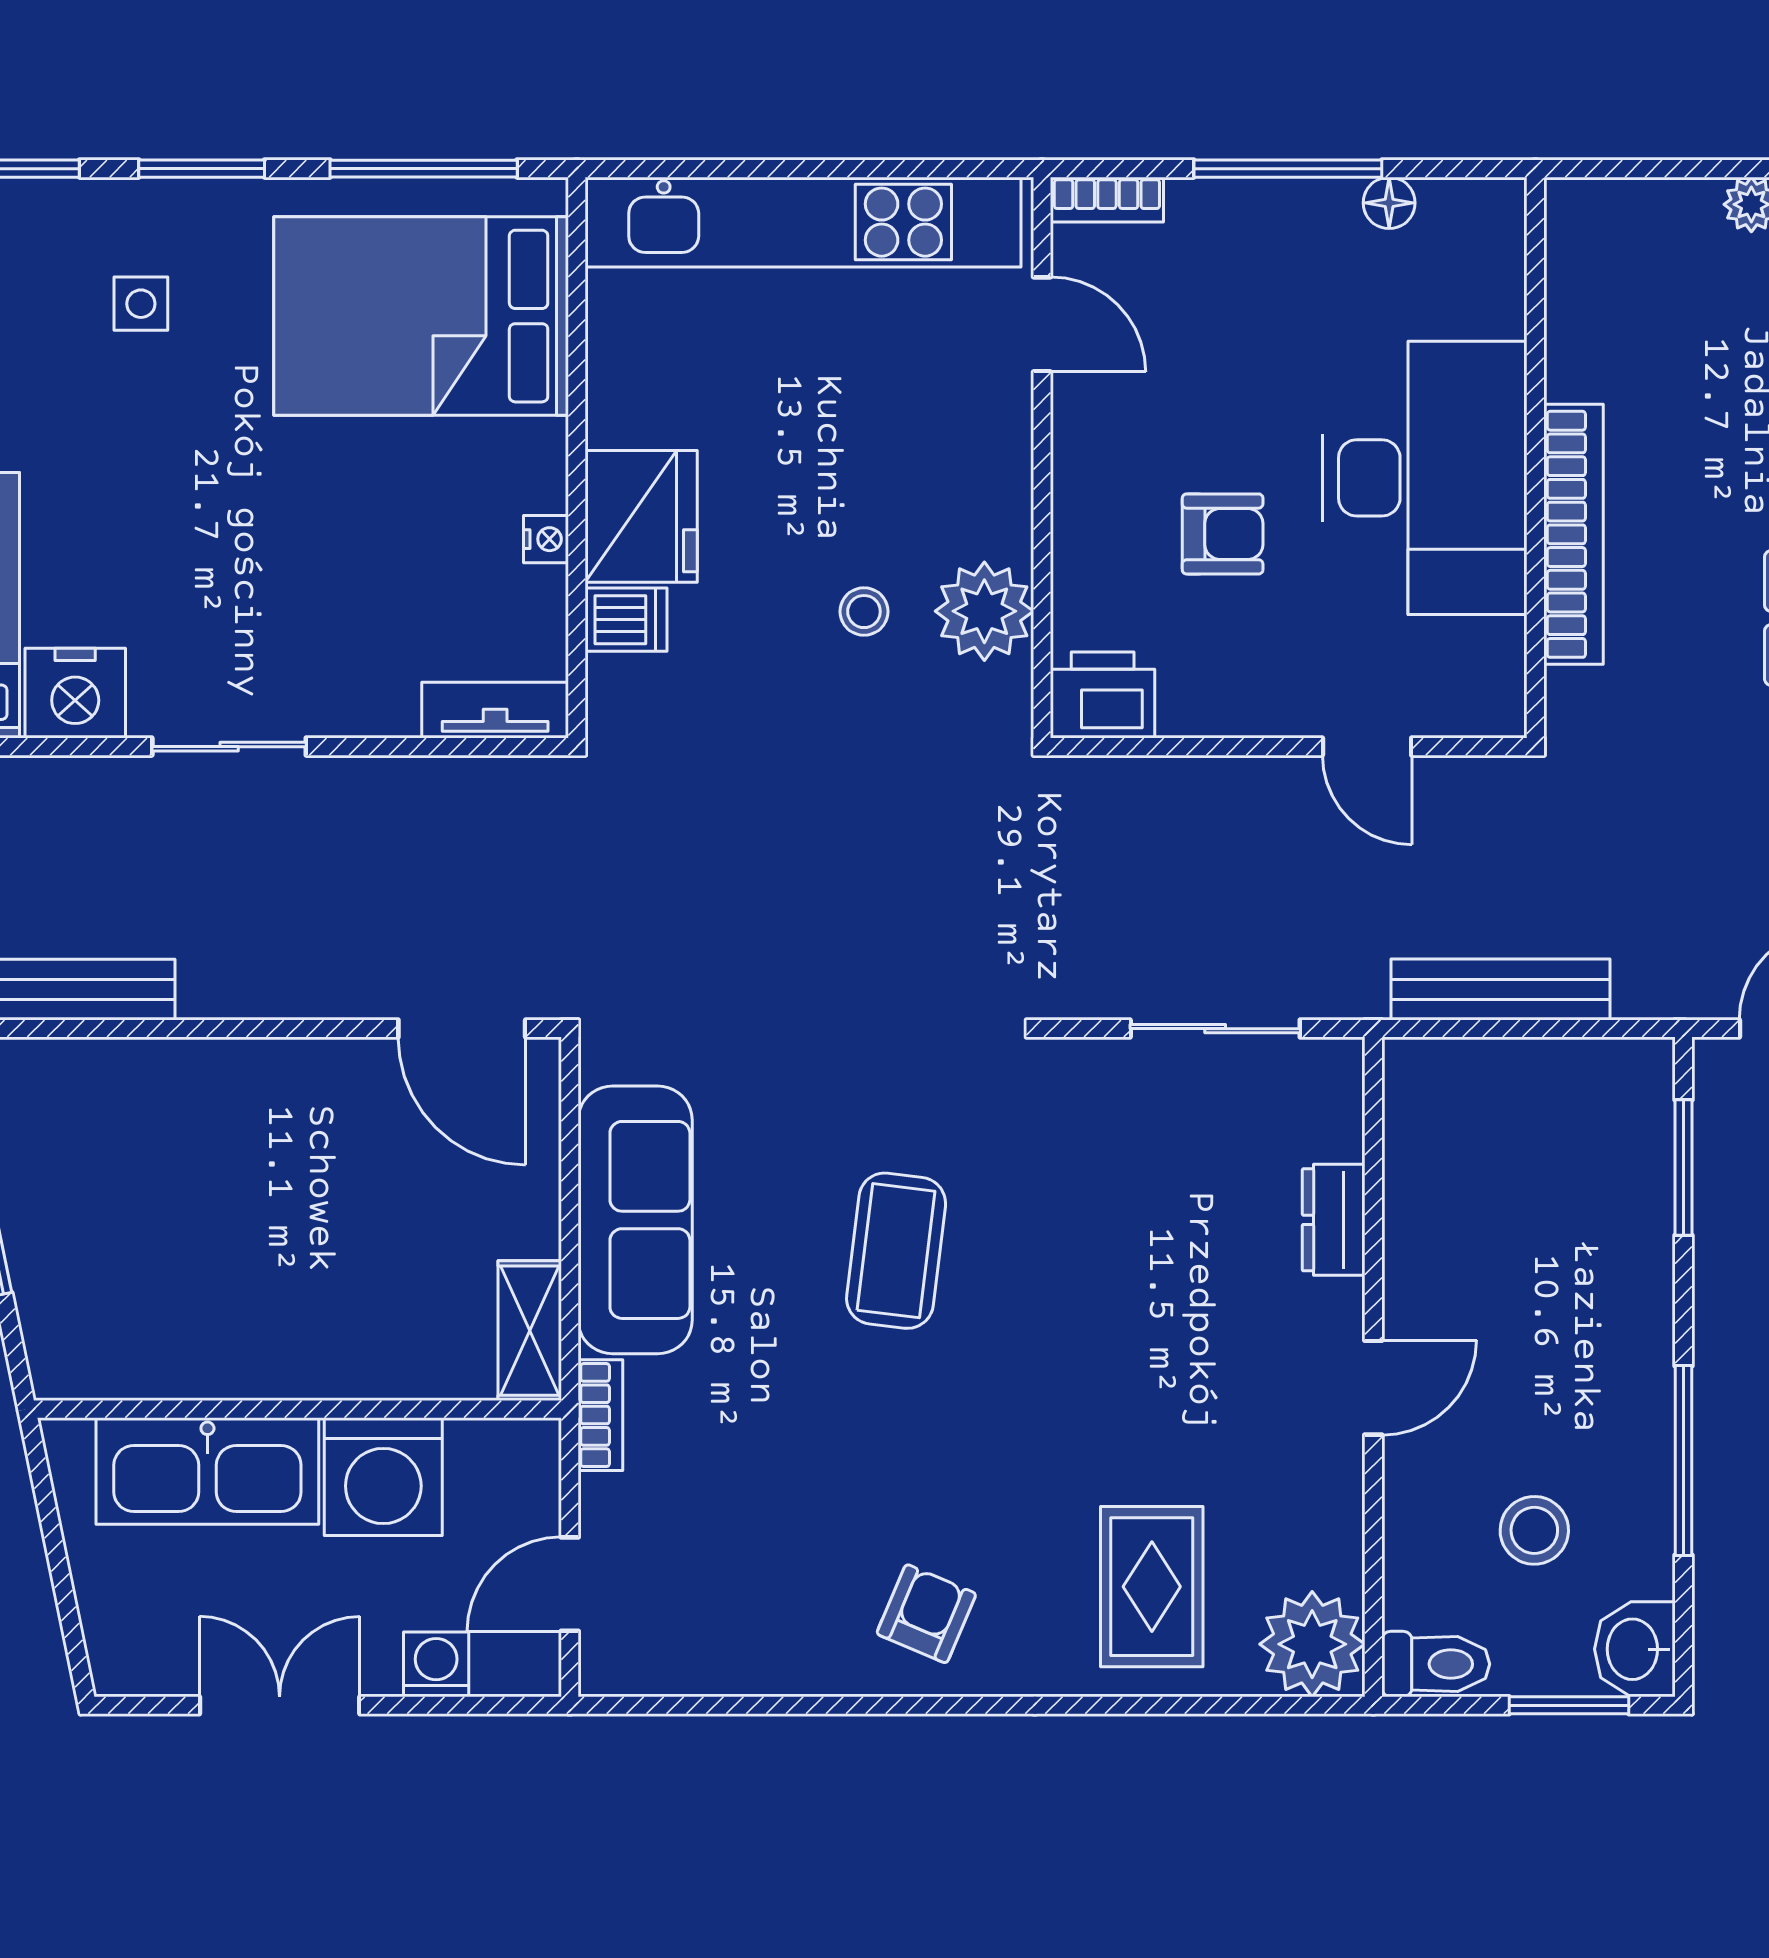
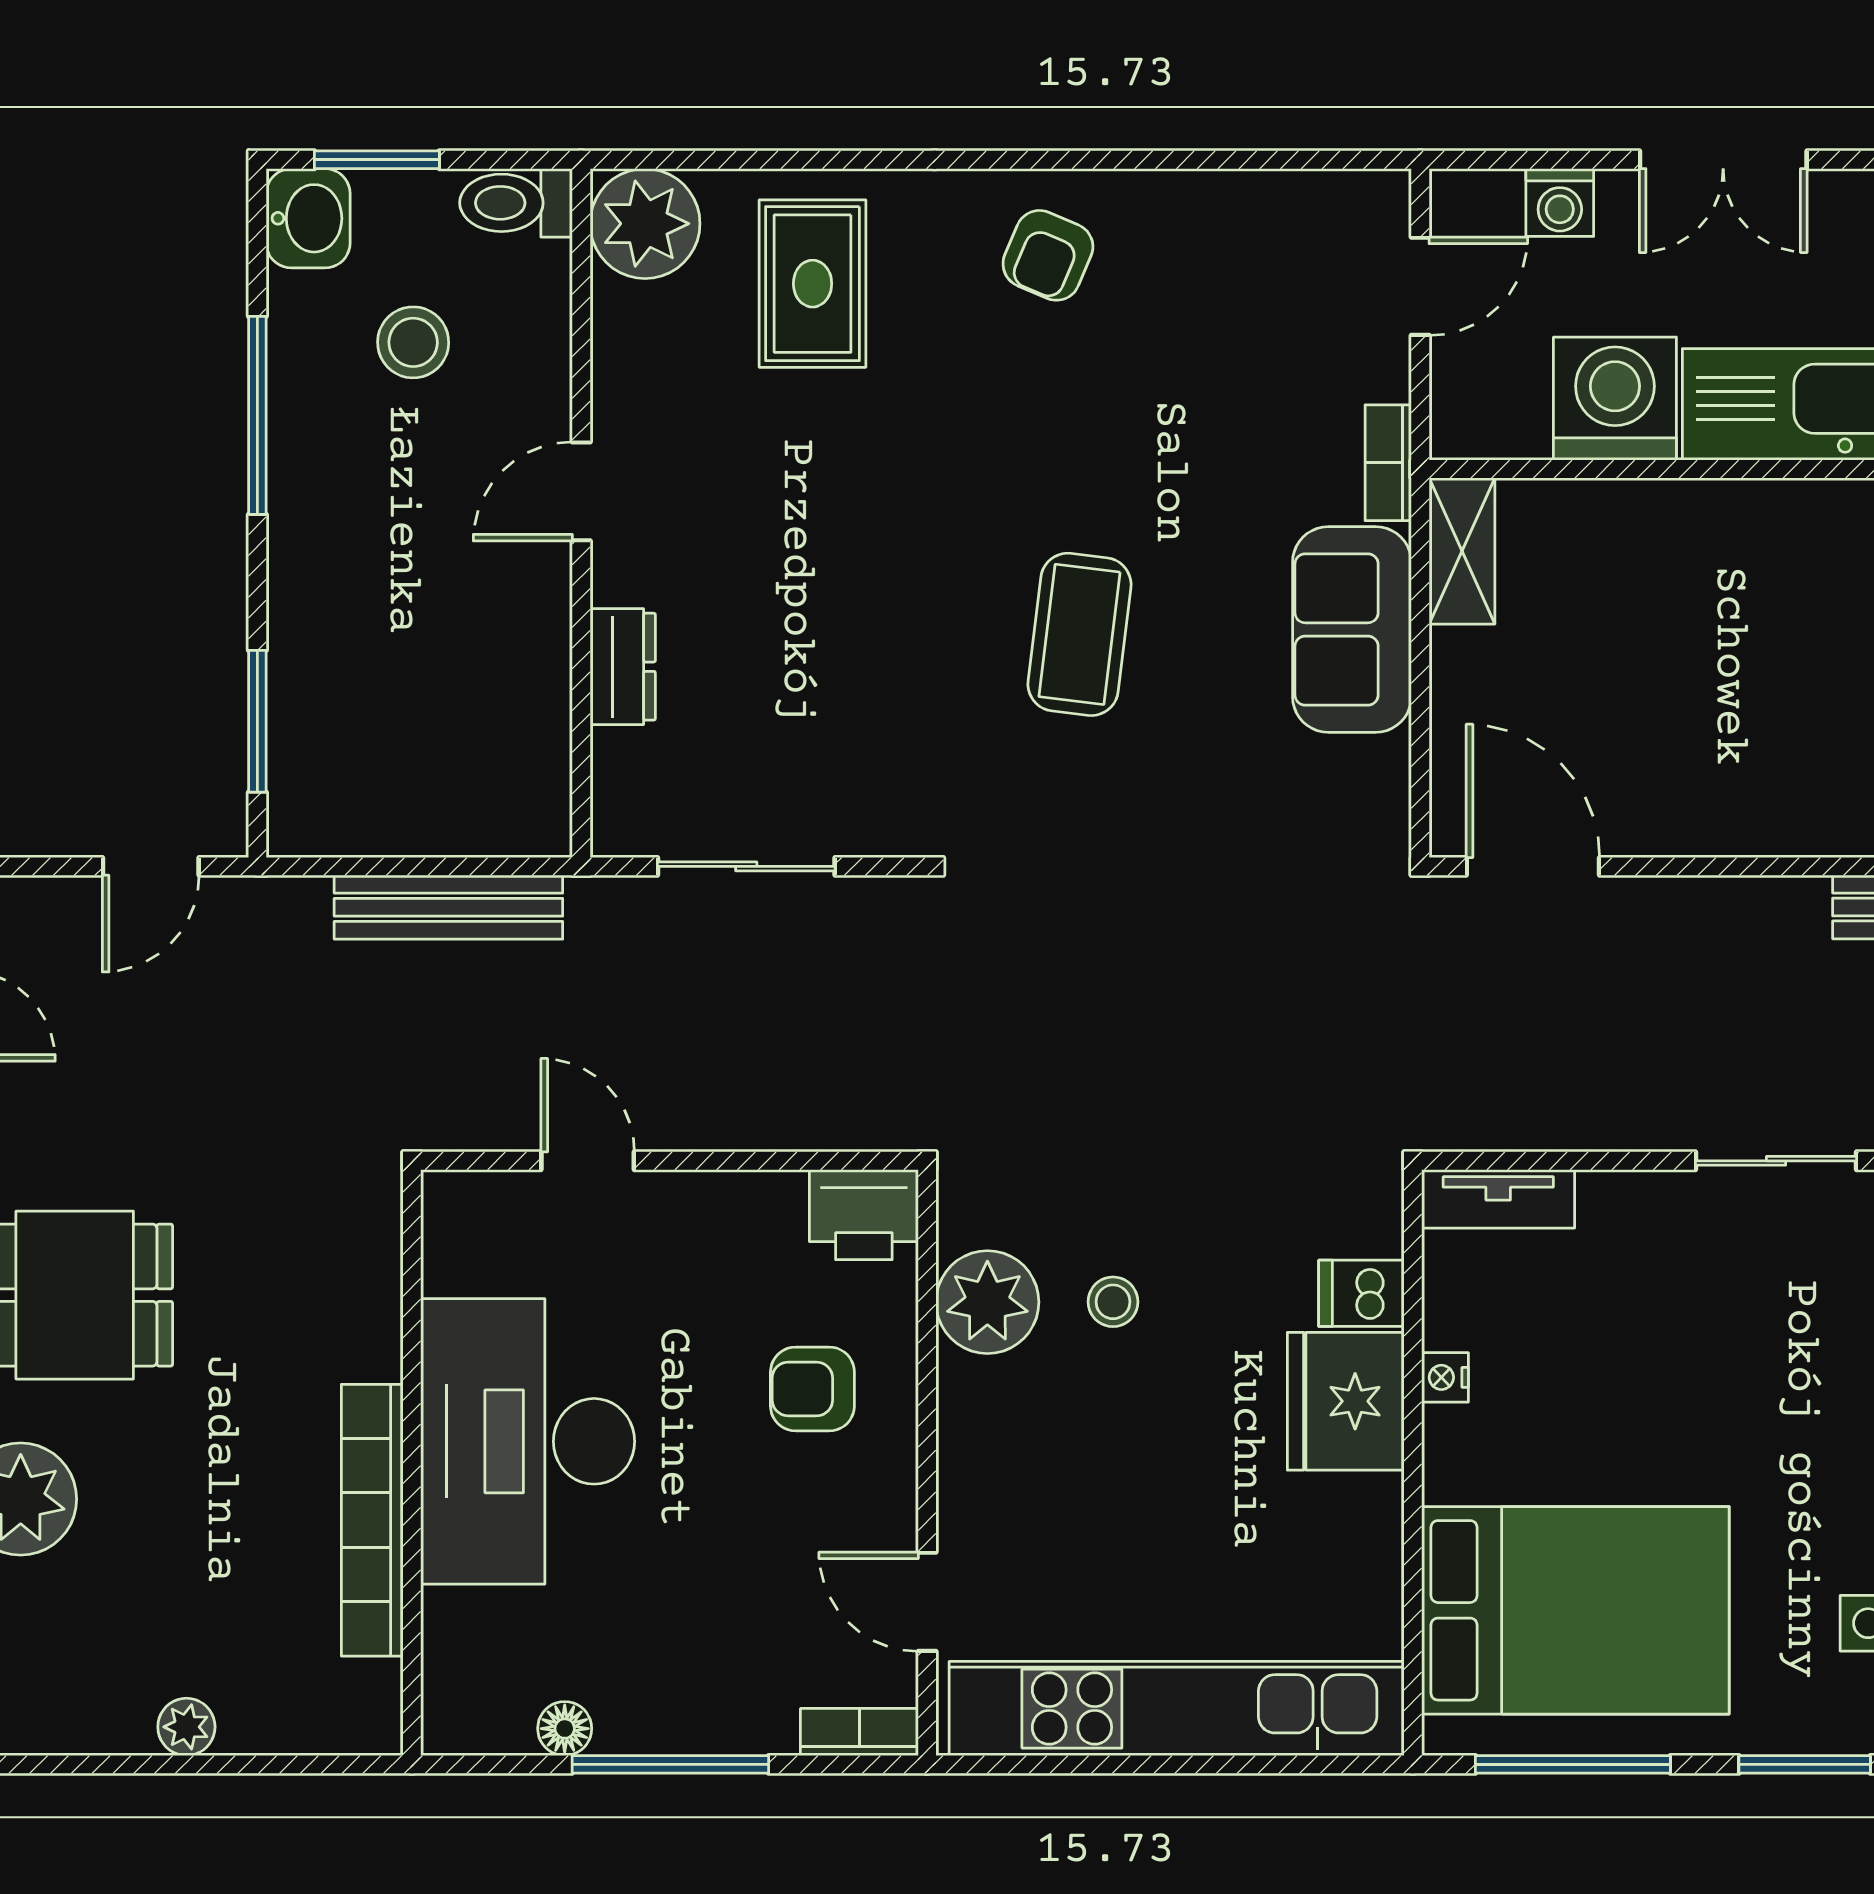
armchair: (1223, 534) -> (812, 1389), moved
bookcase: (1573, 534) -> (372, 1520), moved
sofa: (635, 1220) -> (1352, 629), width x0.73

